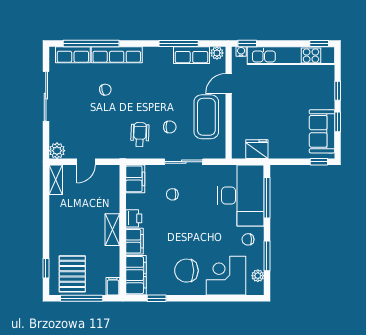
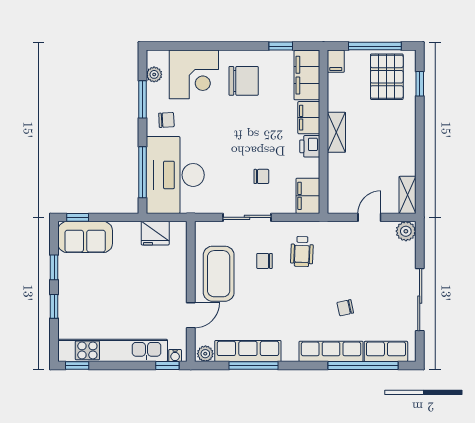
row of seats: (191, 55) -> (248, 351), width x1.48
sofa: (322, 131) -> (85, 237), moved, turned 90

